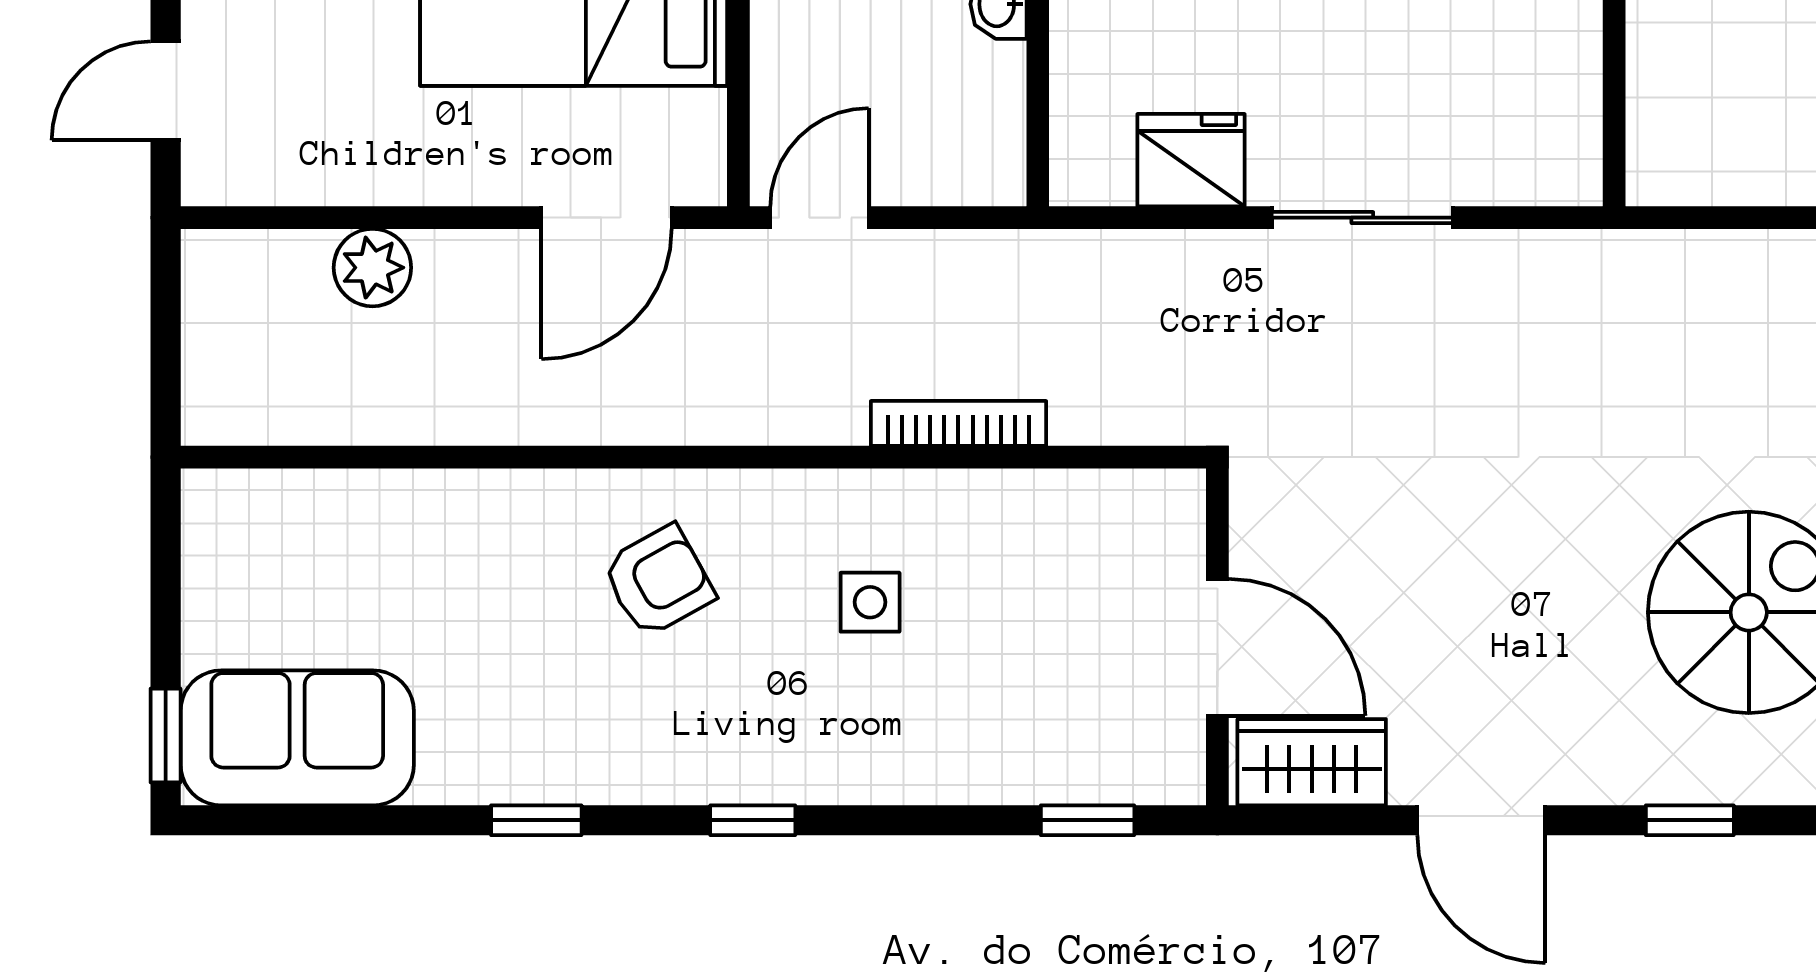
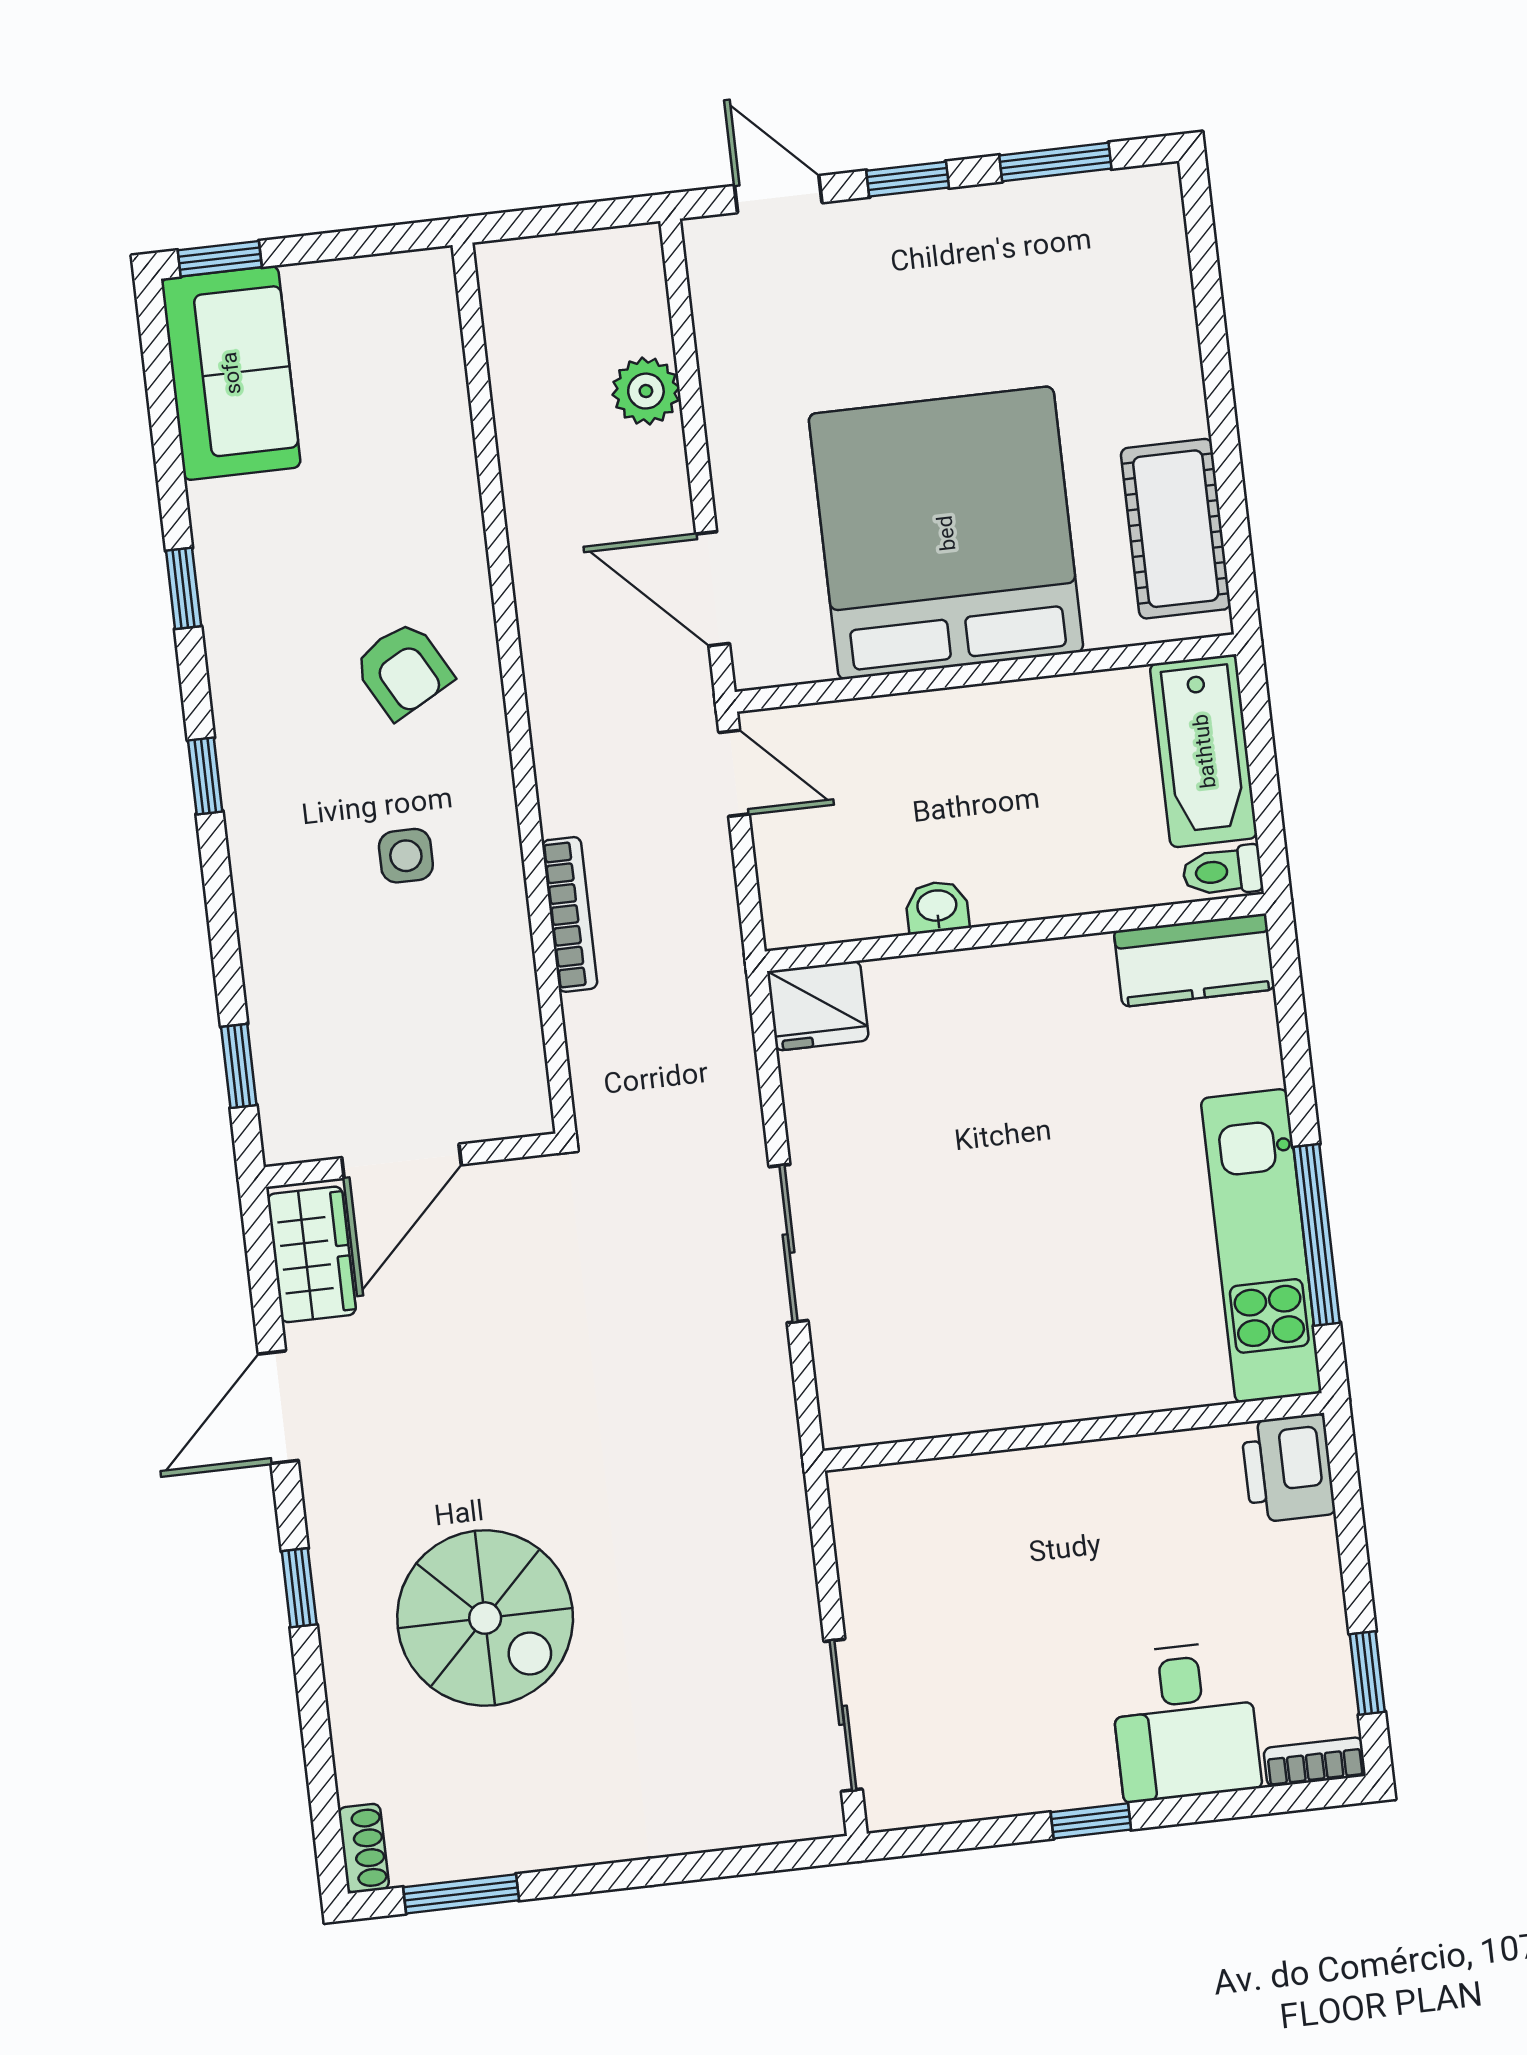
fridge: (1191, 160) -> (818, 1006), moved, turned 90

